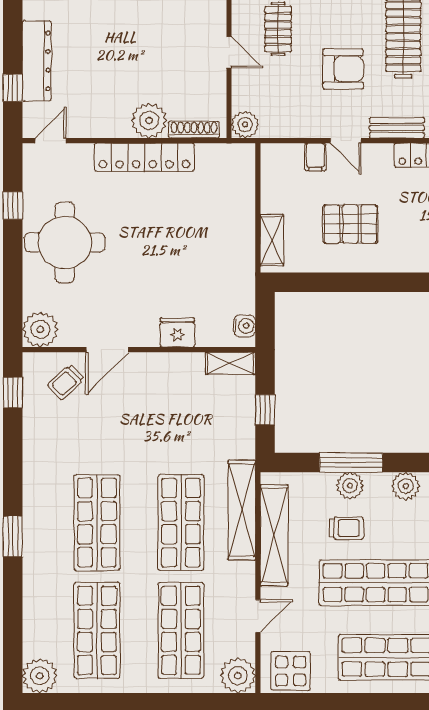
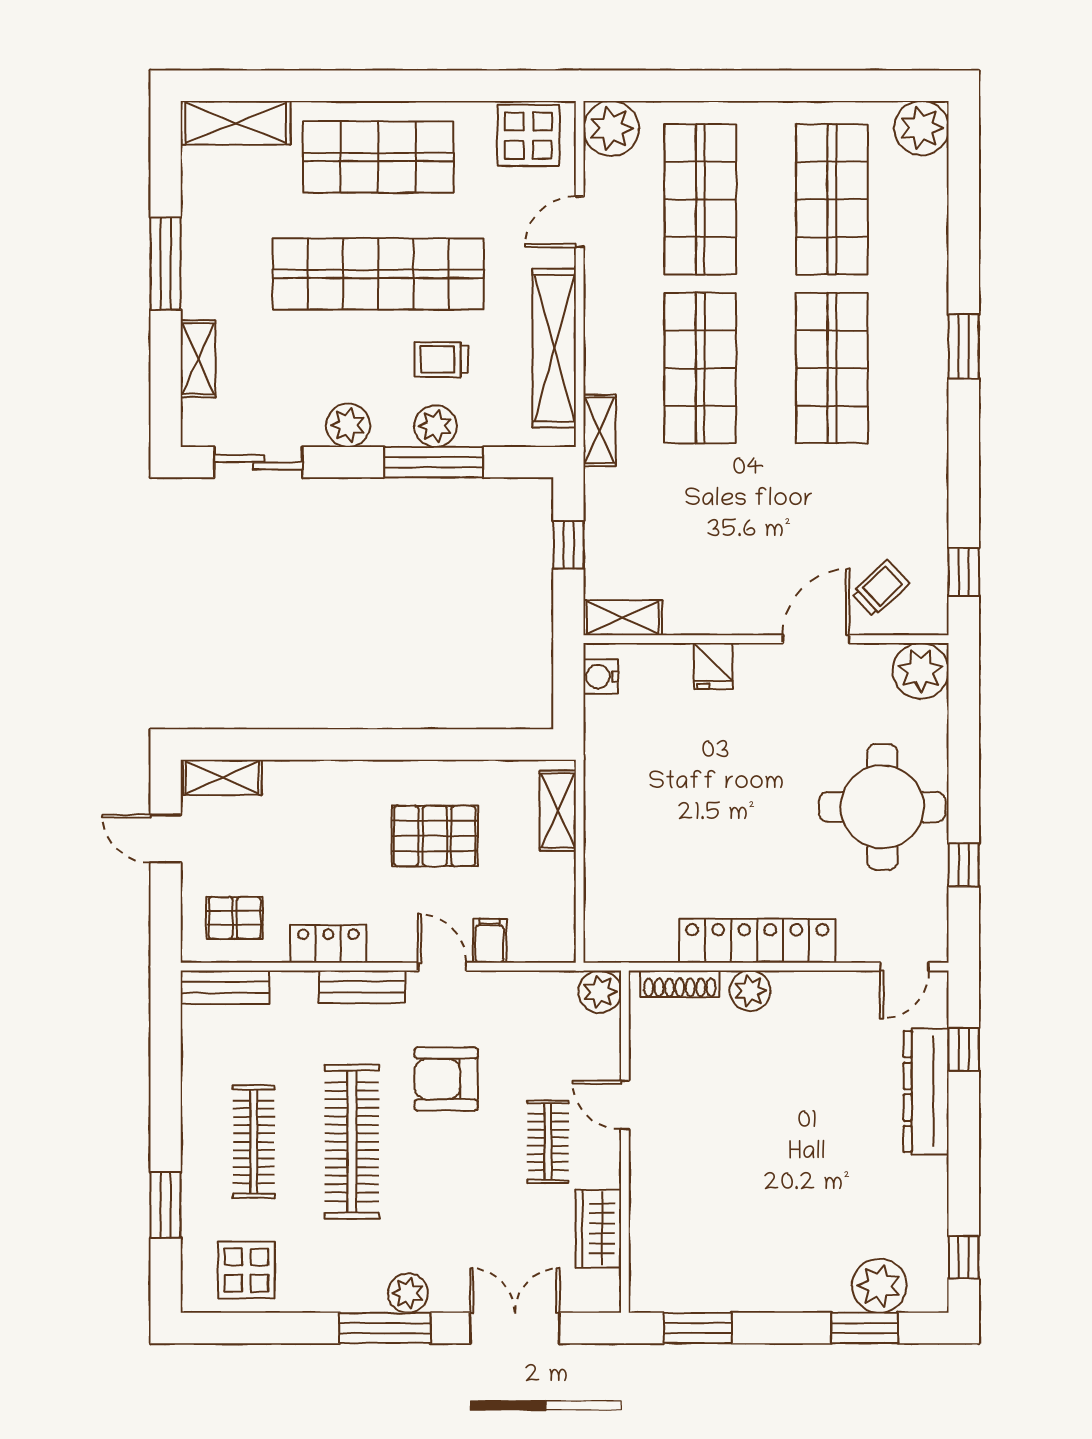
plant: (149, 121) -> (750, 991), width x0.73, depth x0.73
fridge: (177, 332) -> (713, 666), width x0.72
shelving: (242, 510) -> (600, 430), width x0.45, depth x0.75

